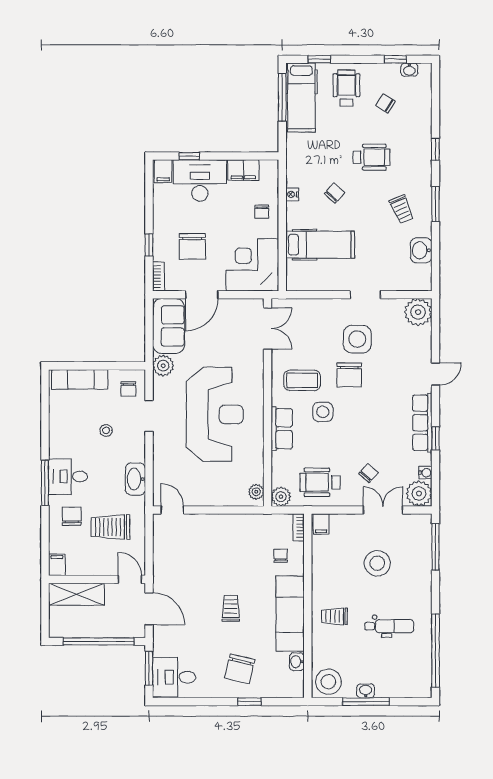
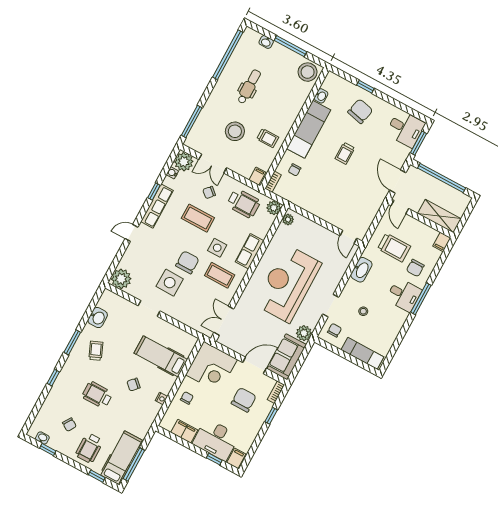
coffee table: (365, 435) -> (198, 218), added
trolley: (334, 616) -> (268, 138), moved
dental chair: (389, 626) -> (249, 87), turned 90
washbasin: (366, 691) -> (266, 42), moved

